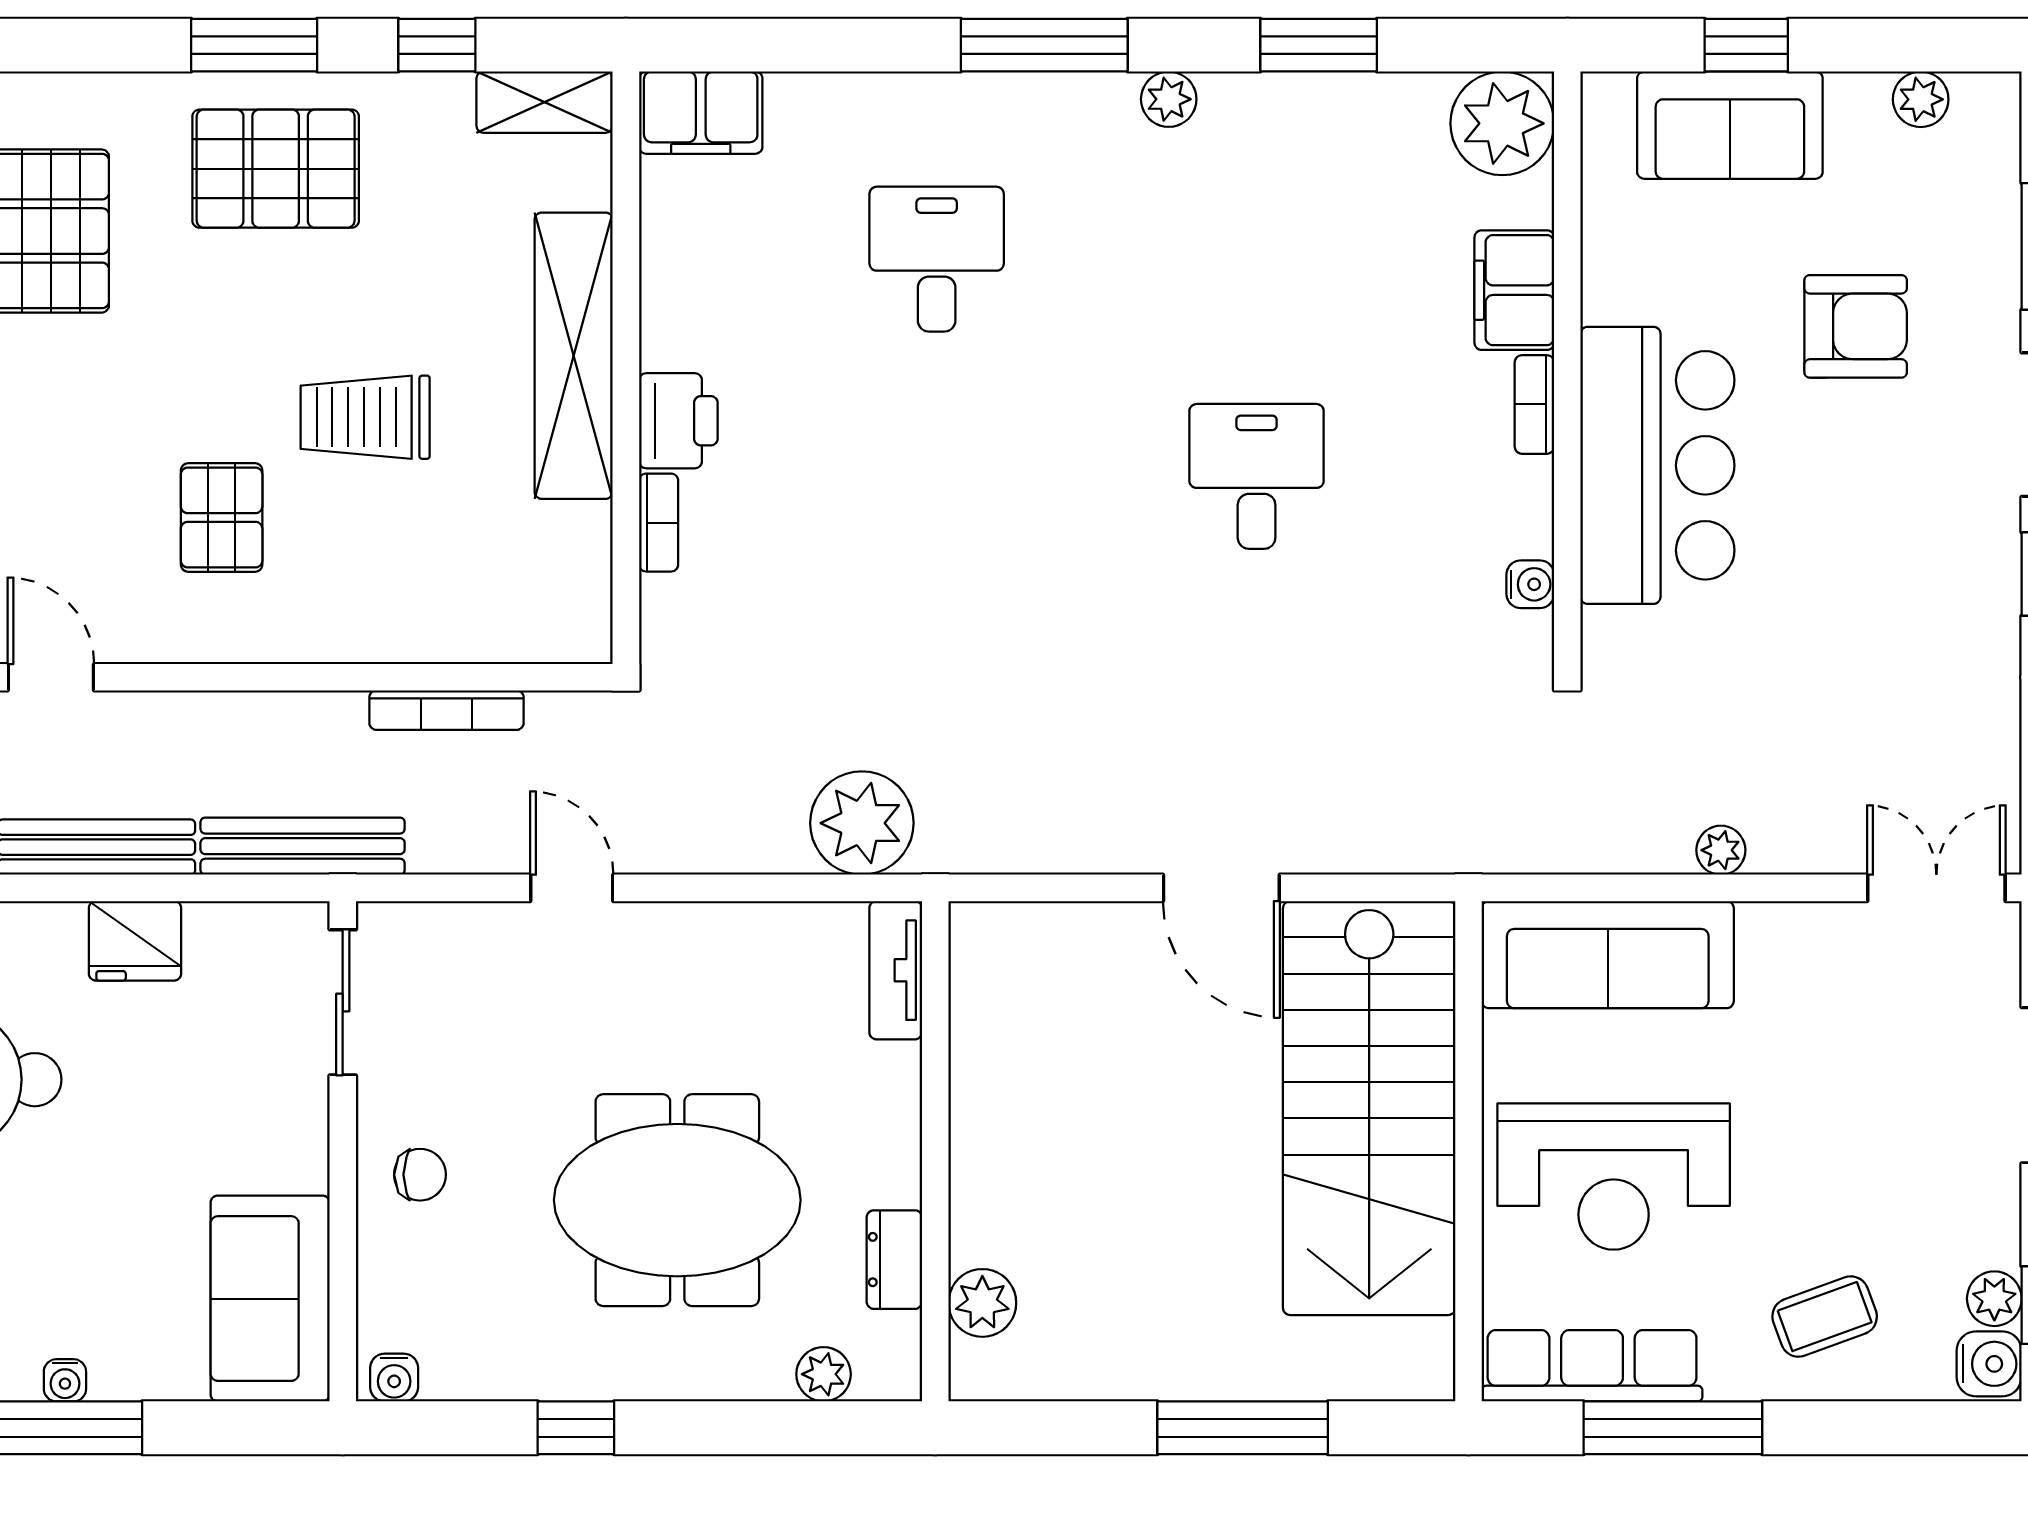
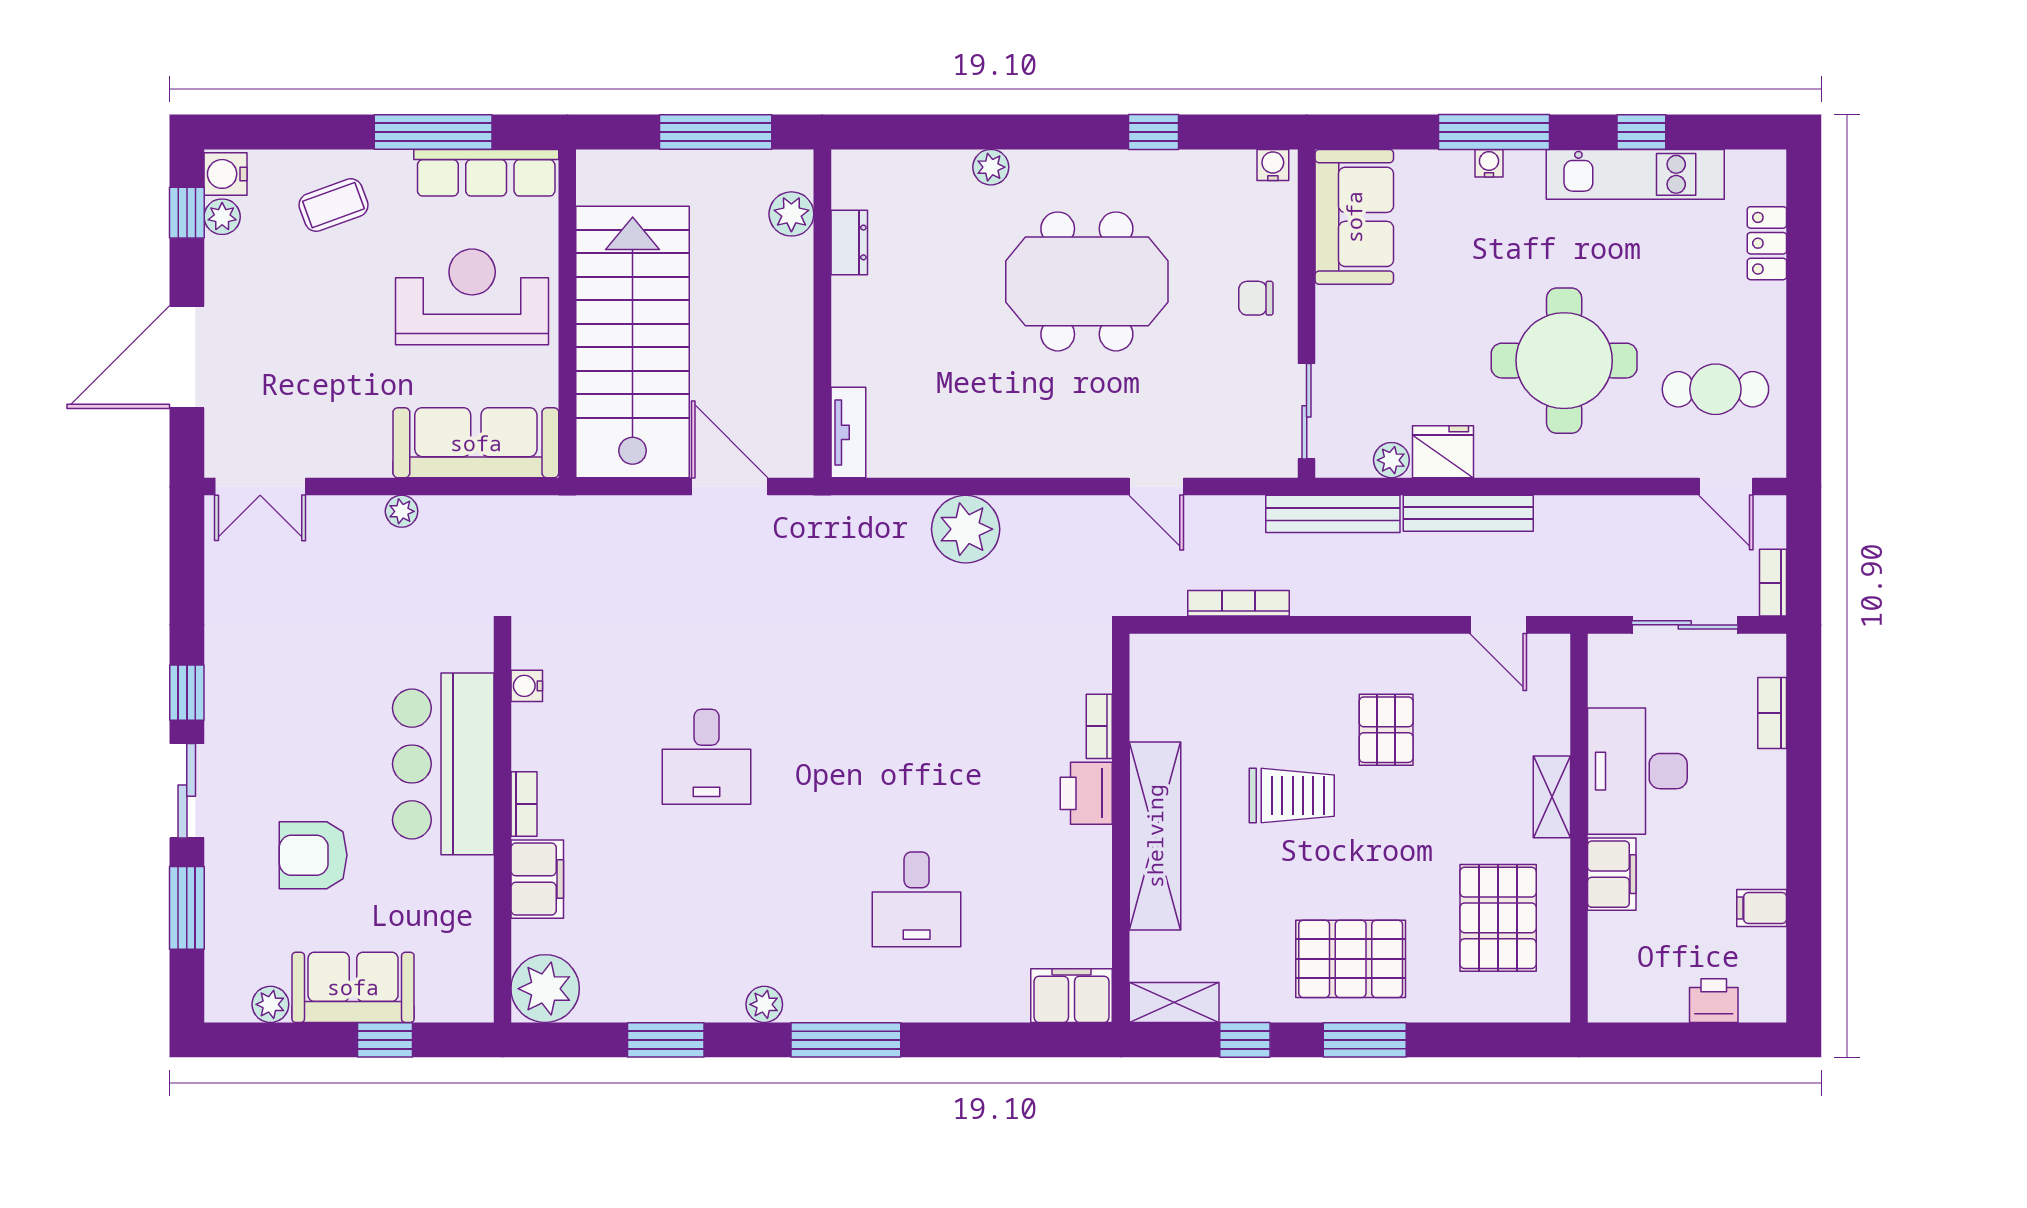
sofa: (1730, 125) -> (353, 987), moved
plant: (214, 928) -> (1391, 460), added
tv unit: (896, 970) -> (848, 432), moved
wall: (935, 1151) -> (822, 314), moved
dresser: (894, 1260) -> (849, 242), moved
plant: (982, 1303) -> (791, 214), moved

